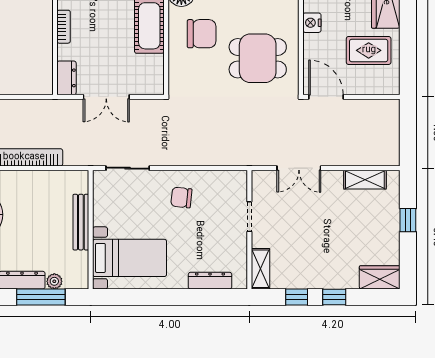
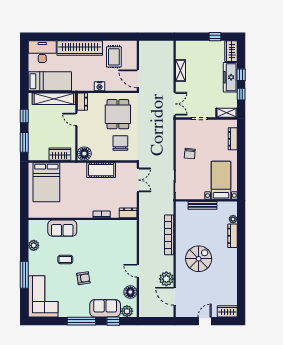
chair: (202, 34) -> (120, 143), moved
double door: (106, 97) -> (138, 180), moved
door: (326, 97) -> (138, 79), hinge flipped
double door: (299, 168) -> (175, 104), moved
shelving: (365, 180) -> (181, 71), moved
window: (408, 220) -> (215, 37), moved
freezer: (329, 276) -> (230, 77), added
window: (41, 297) -> (241, 226), removed

